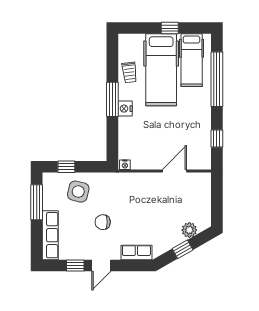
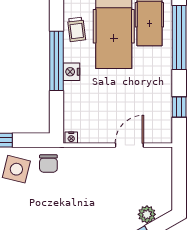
window: (112, 99) -> (56, 61), width x1.46
chair: (103, 222) -> (48, 164), moved, turned -90

